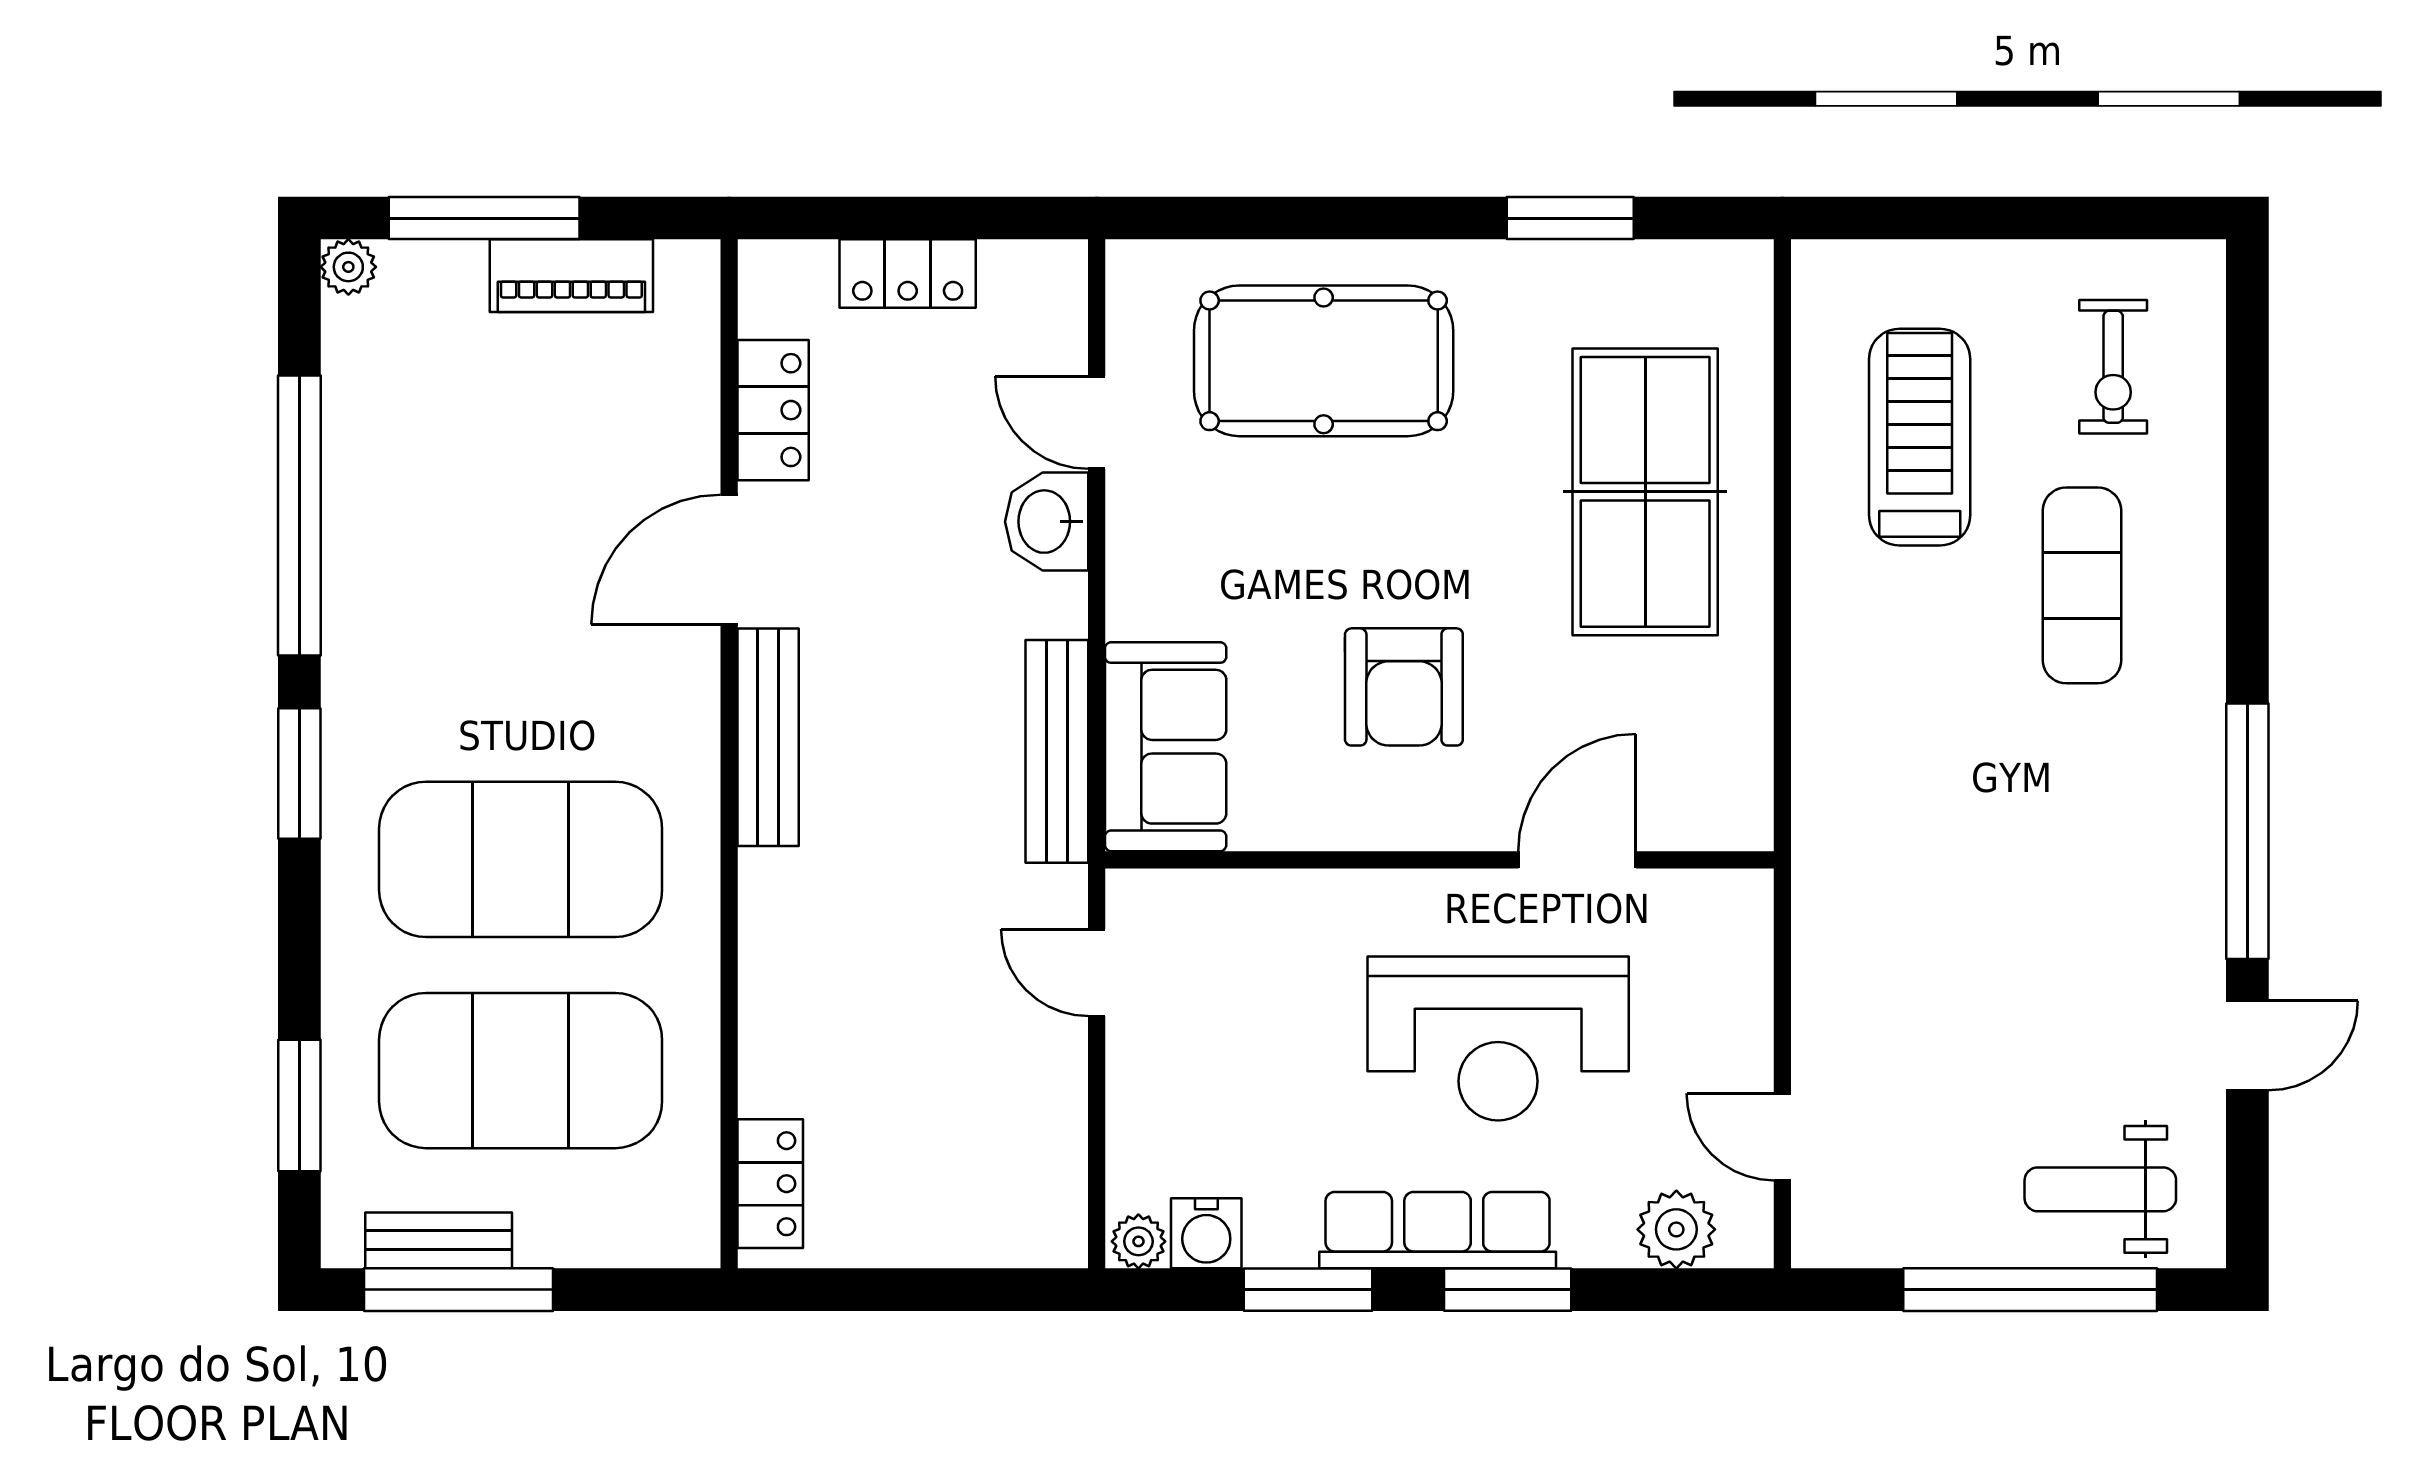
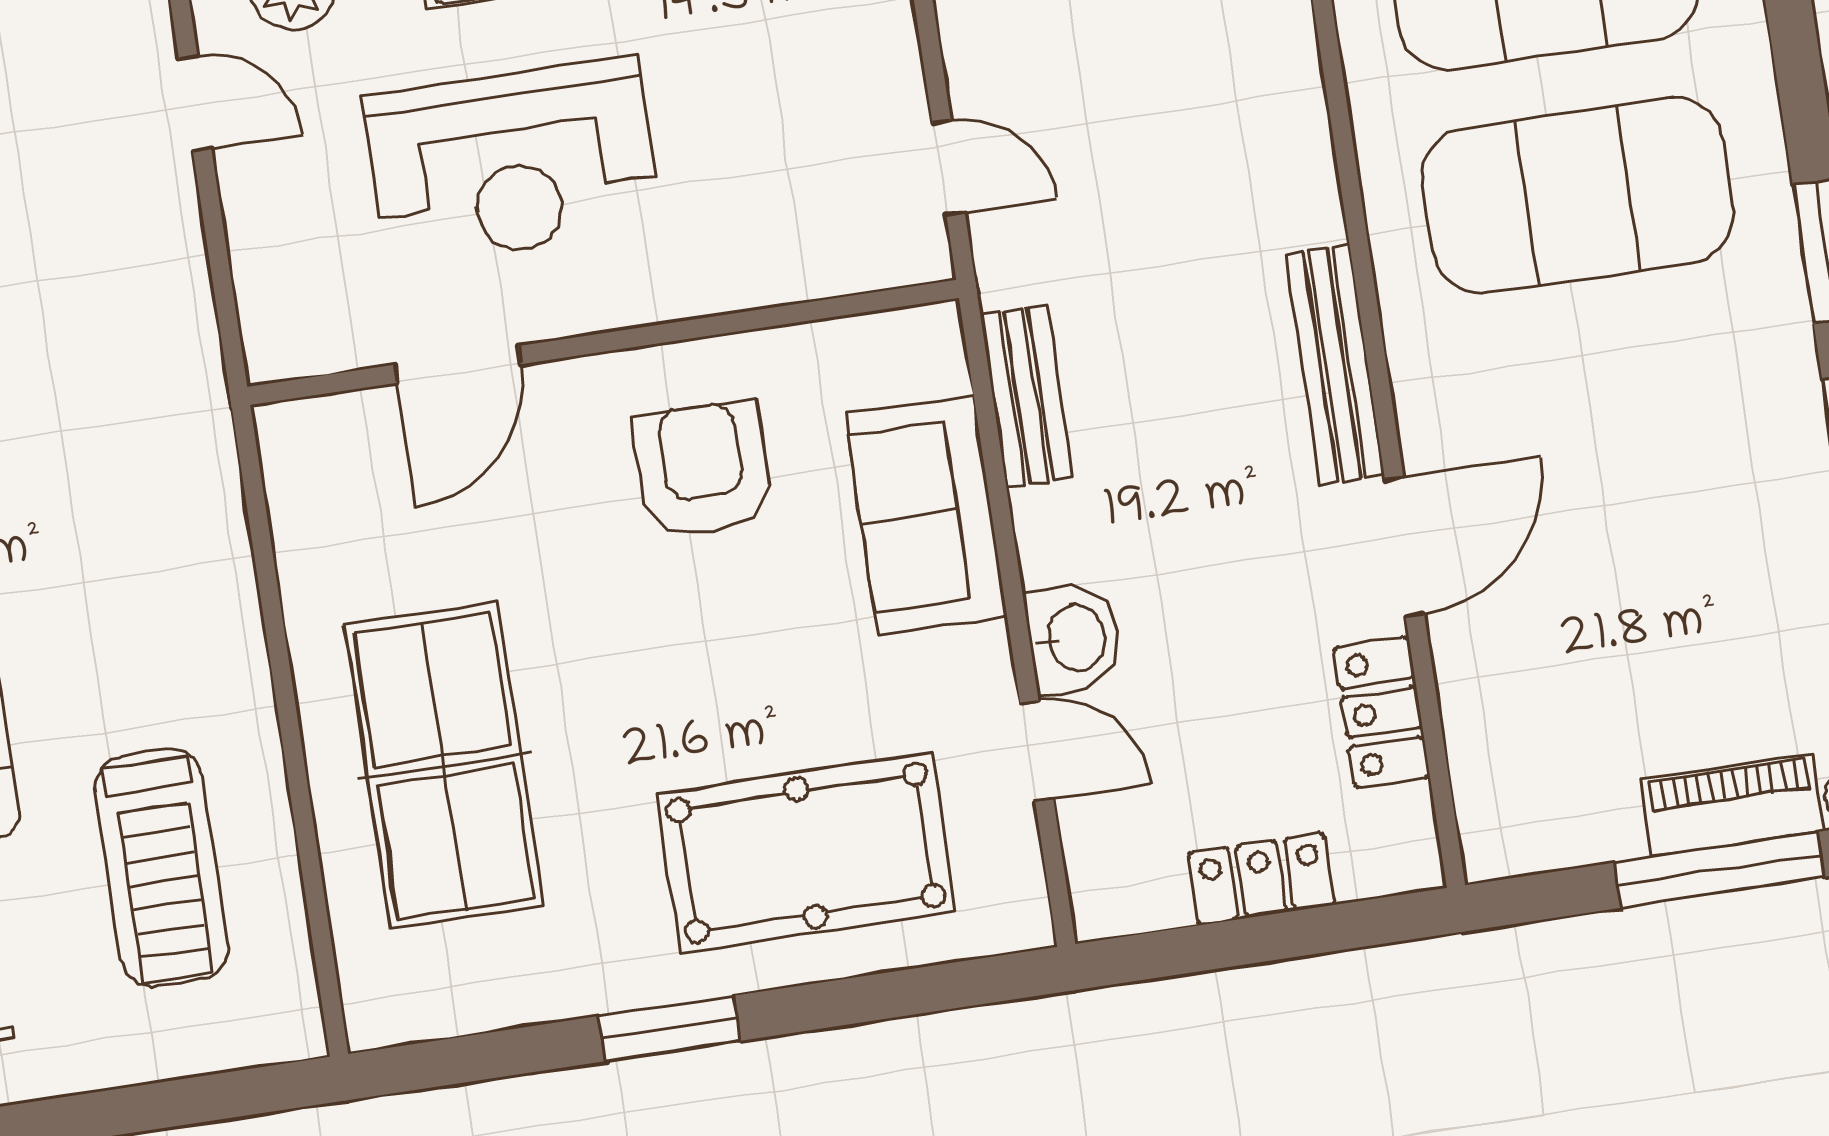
window: (1570, 218) -> (669, 1029), moved
piano: (571, 276) -> (1732, 805), moved
armchair: (1404, 687) -> (703, 469), moved
sofa: (1166, 747) -> (926, 514), moved
bench: (1057, 751) -> (1026, 396), width x0.73
reception desk: (1498, 1039) -> (512, 162), turned 180

